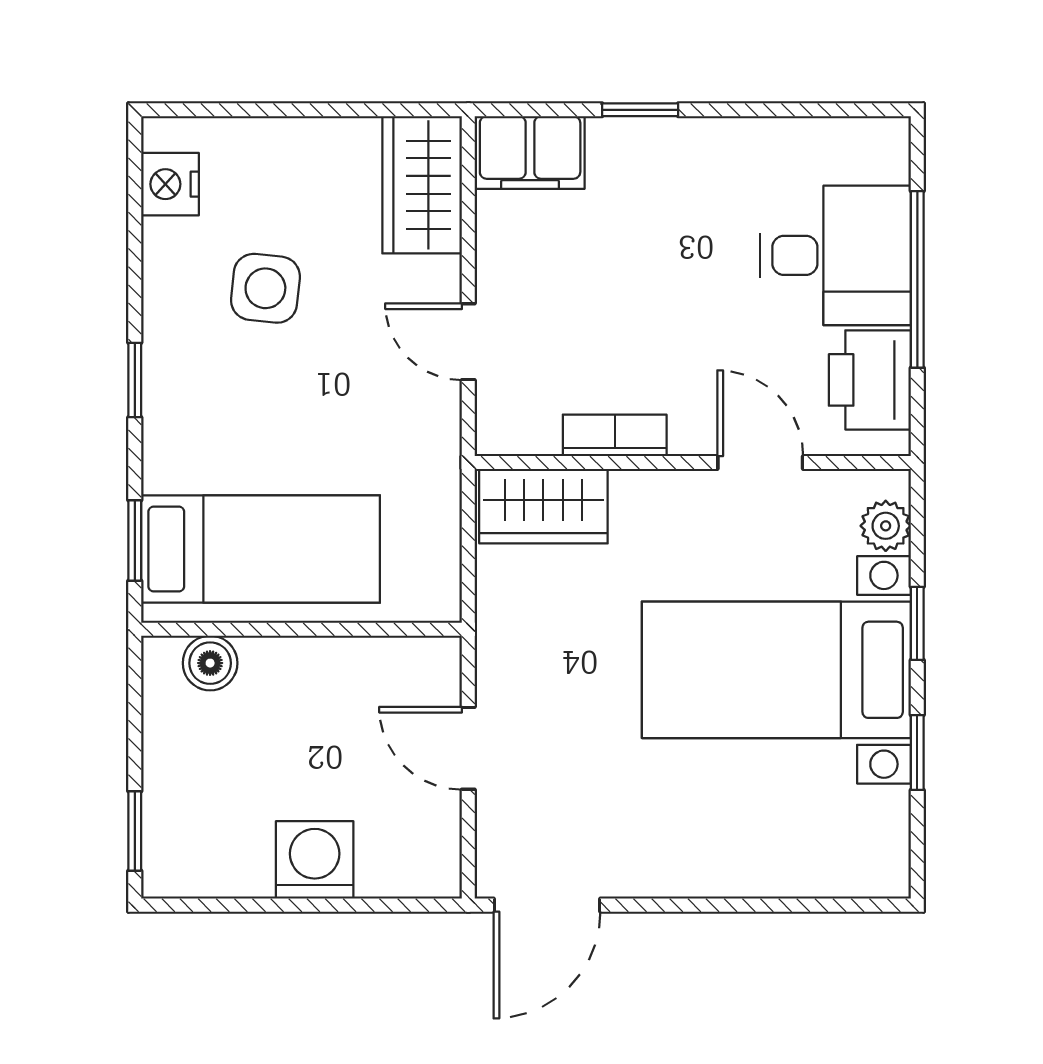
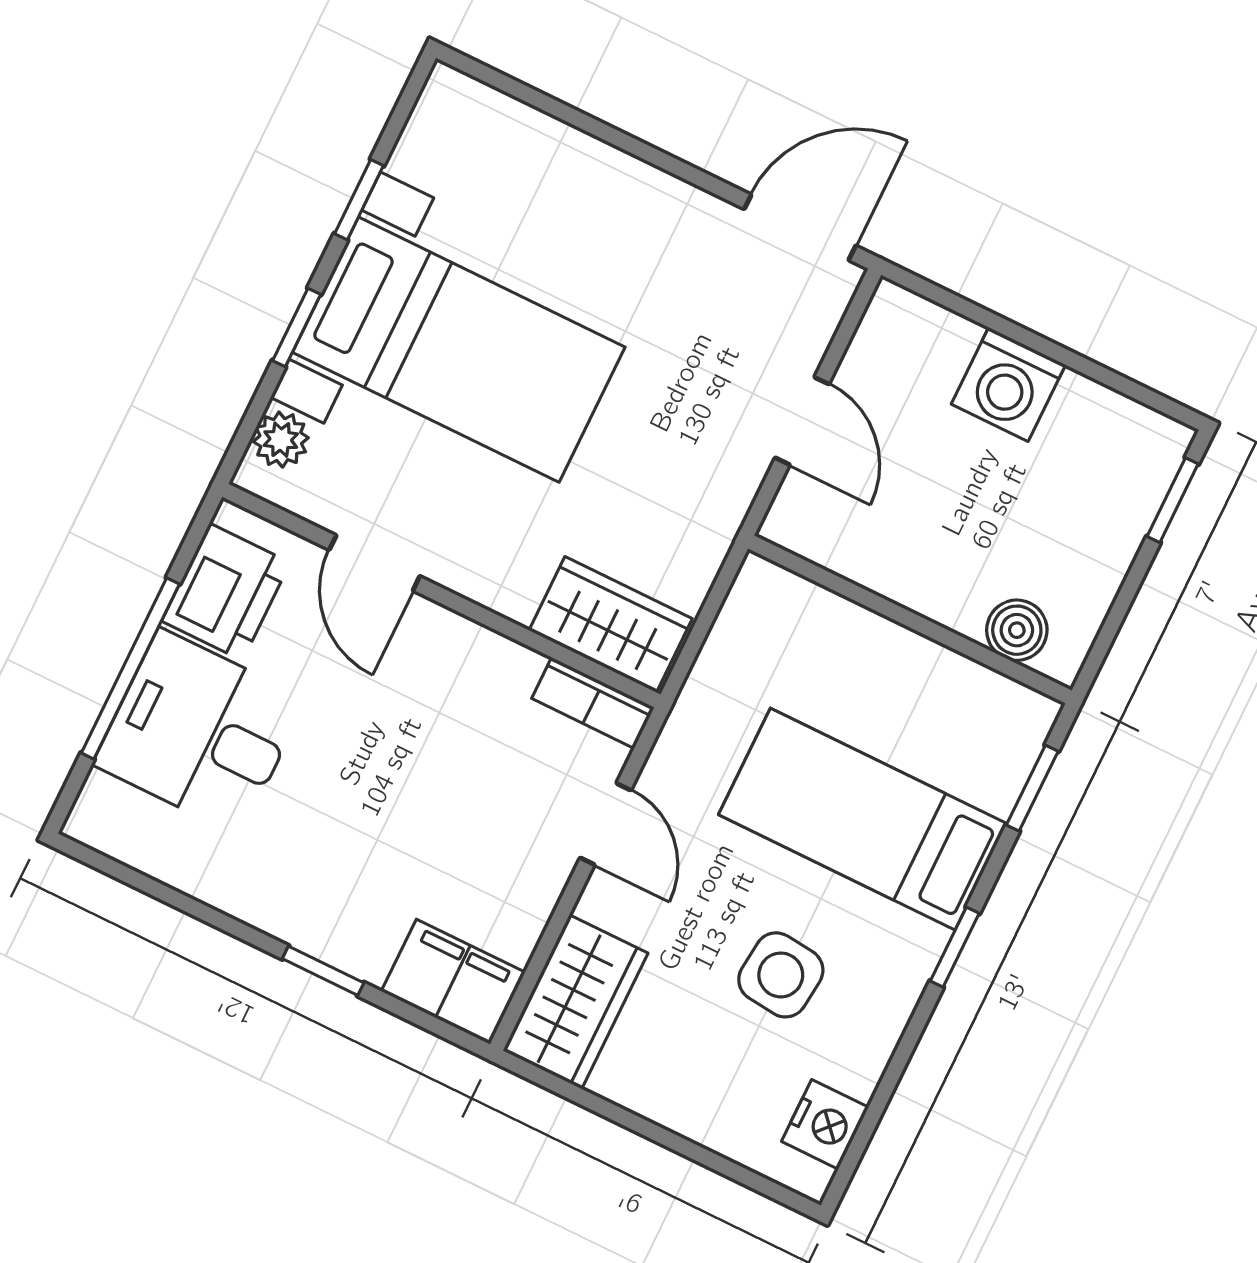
bookcase: (615, 435) -> (593, 703), moved
bed: (261, 549) -> (863, 819), moved

